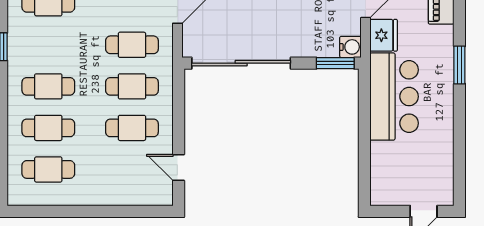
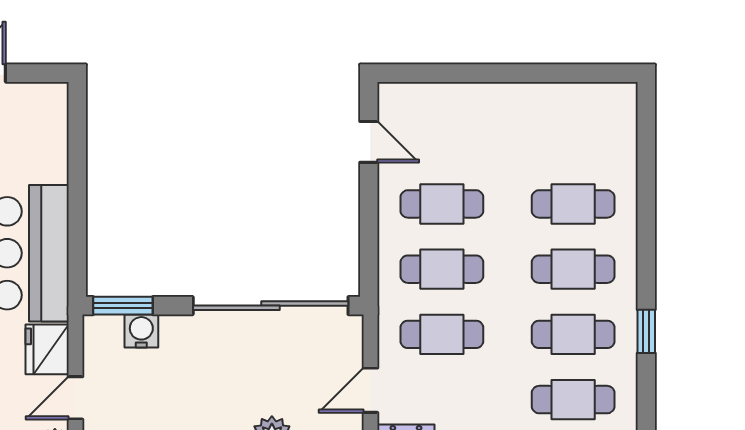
water cooler: (350, 47) -> (141, 331), moved, turned 90
cafe table: (48, 169) -> (573, 334), moved

